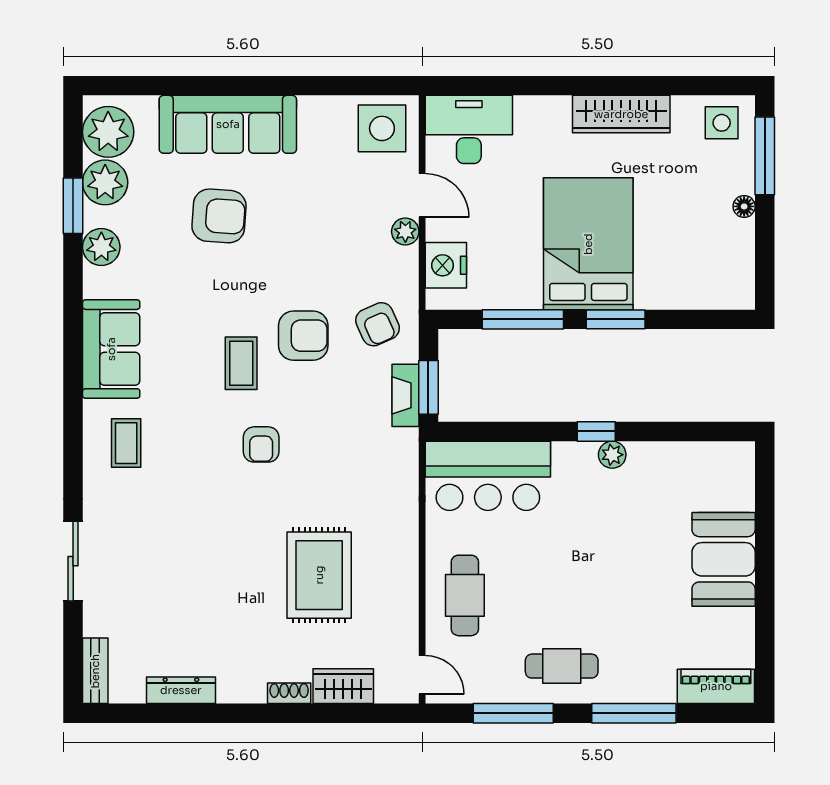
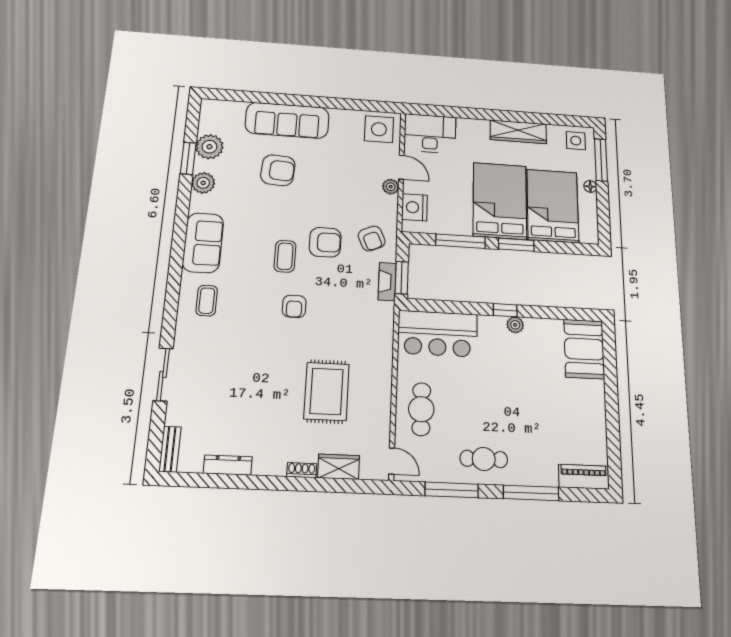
plant: (108, 132) -> (214, 119), removed
bed: (678, 247) -> (553, 206), added
booth: (724, 559) -> (584, 349), moved

